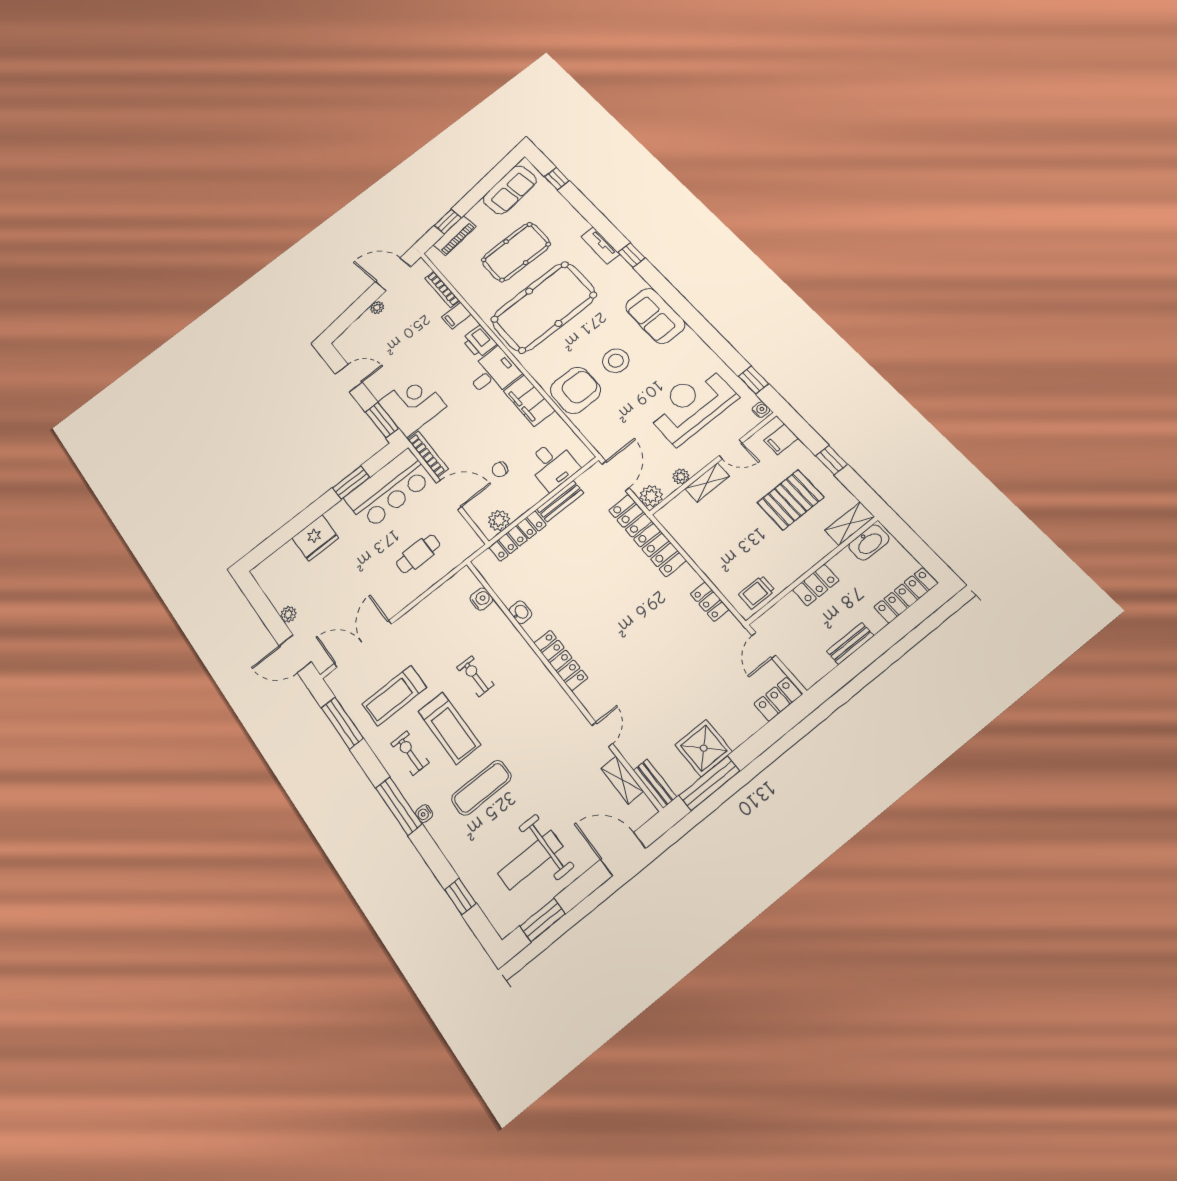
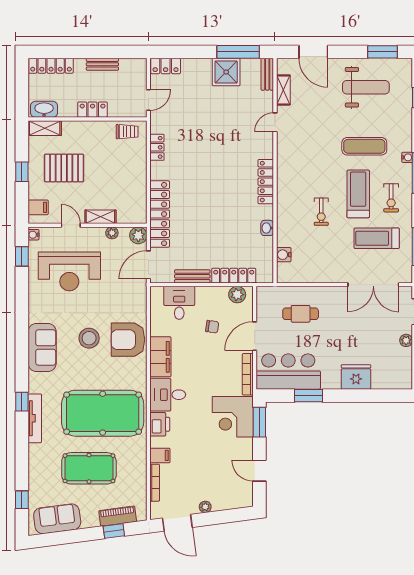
tv unit: (600, 246) -> (35, 418), width x1.41
door: (449, 495) -> (255, 336), hinge flipped
treadmill: (394, 696) -> (377, 238), turned 180

